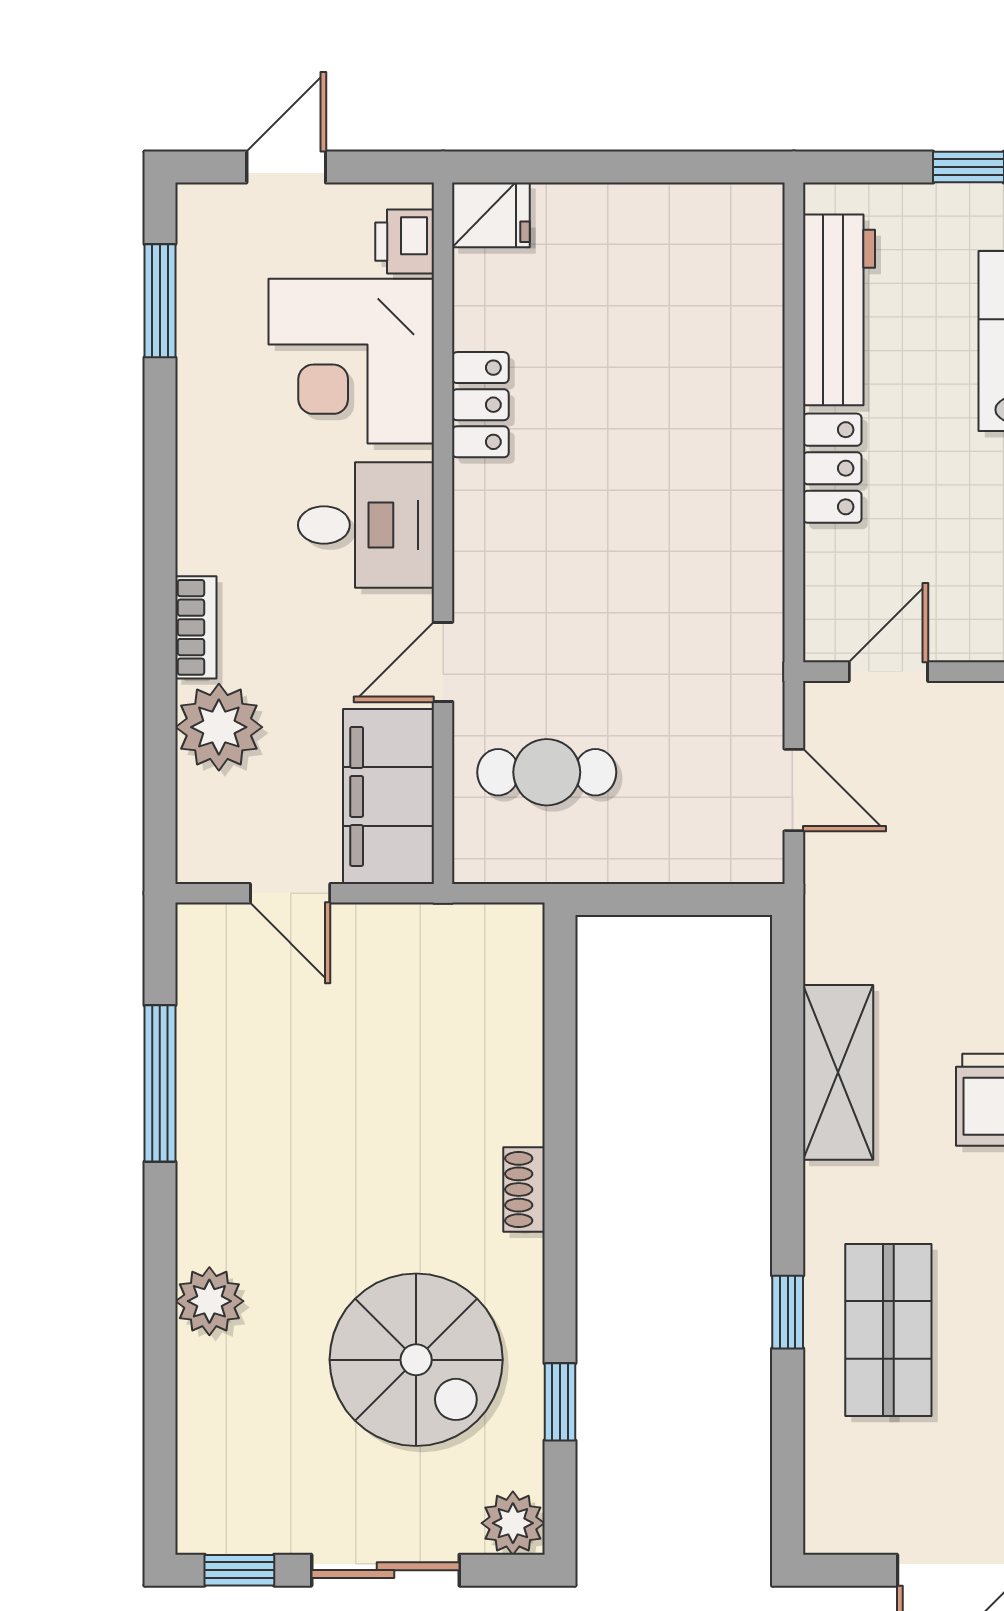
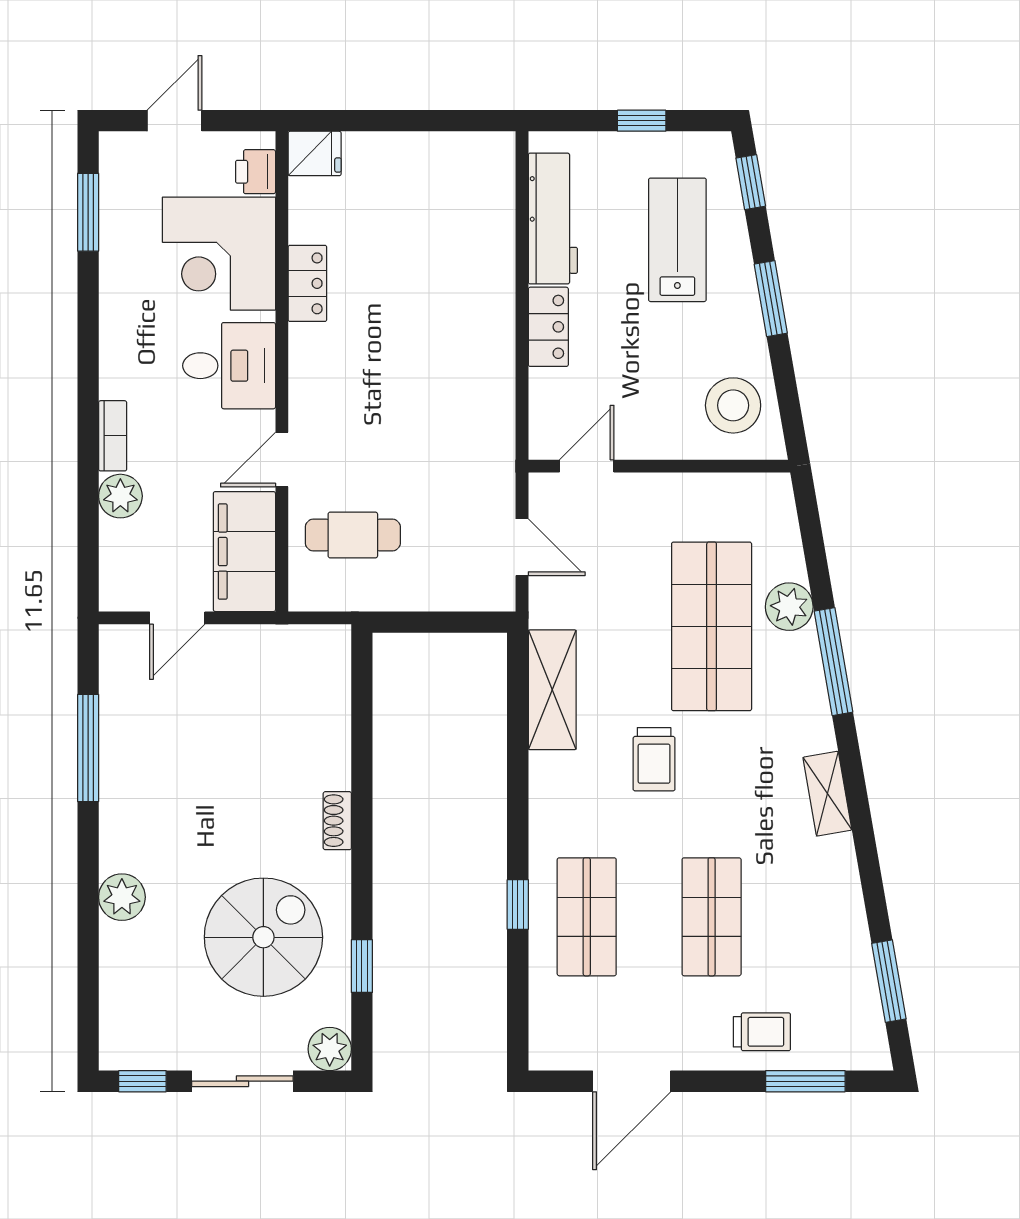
plant: (219, 727) -> (120, 496), width x0.73, depth x0.73
door: (290, 893) -> (177, 618), hinge flipped
shelving: (838, 1072) -> (552, 690), moved
spiral stairs: (416, 1360) -> (263, 937), turned -90

